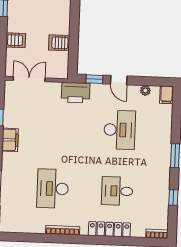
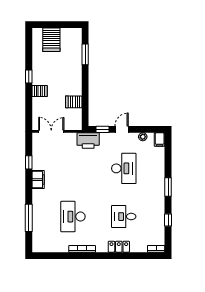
server rack: (16, 40) -> (40, 91), moved
door: (119, 80) -> (122, 129), swing flipped
locker: (109, 229) -> (119, 247), width x0.66

